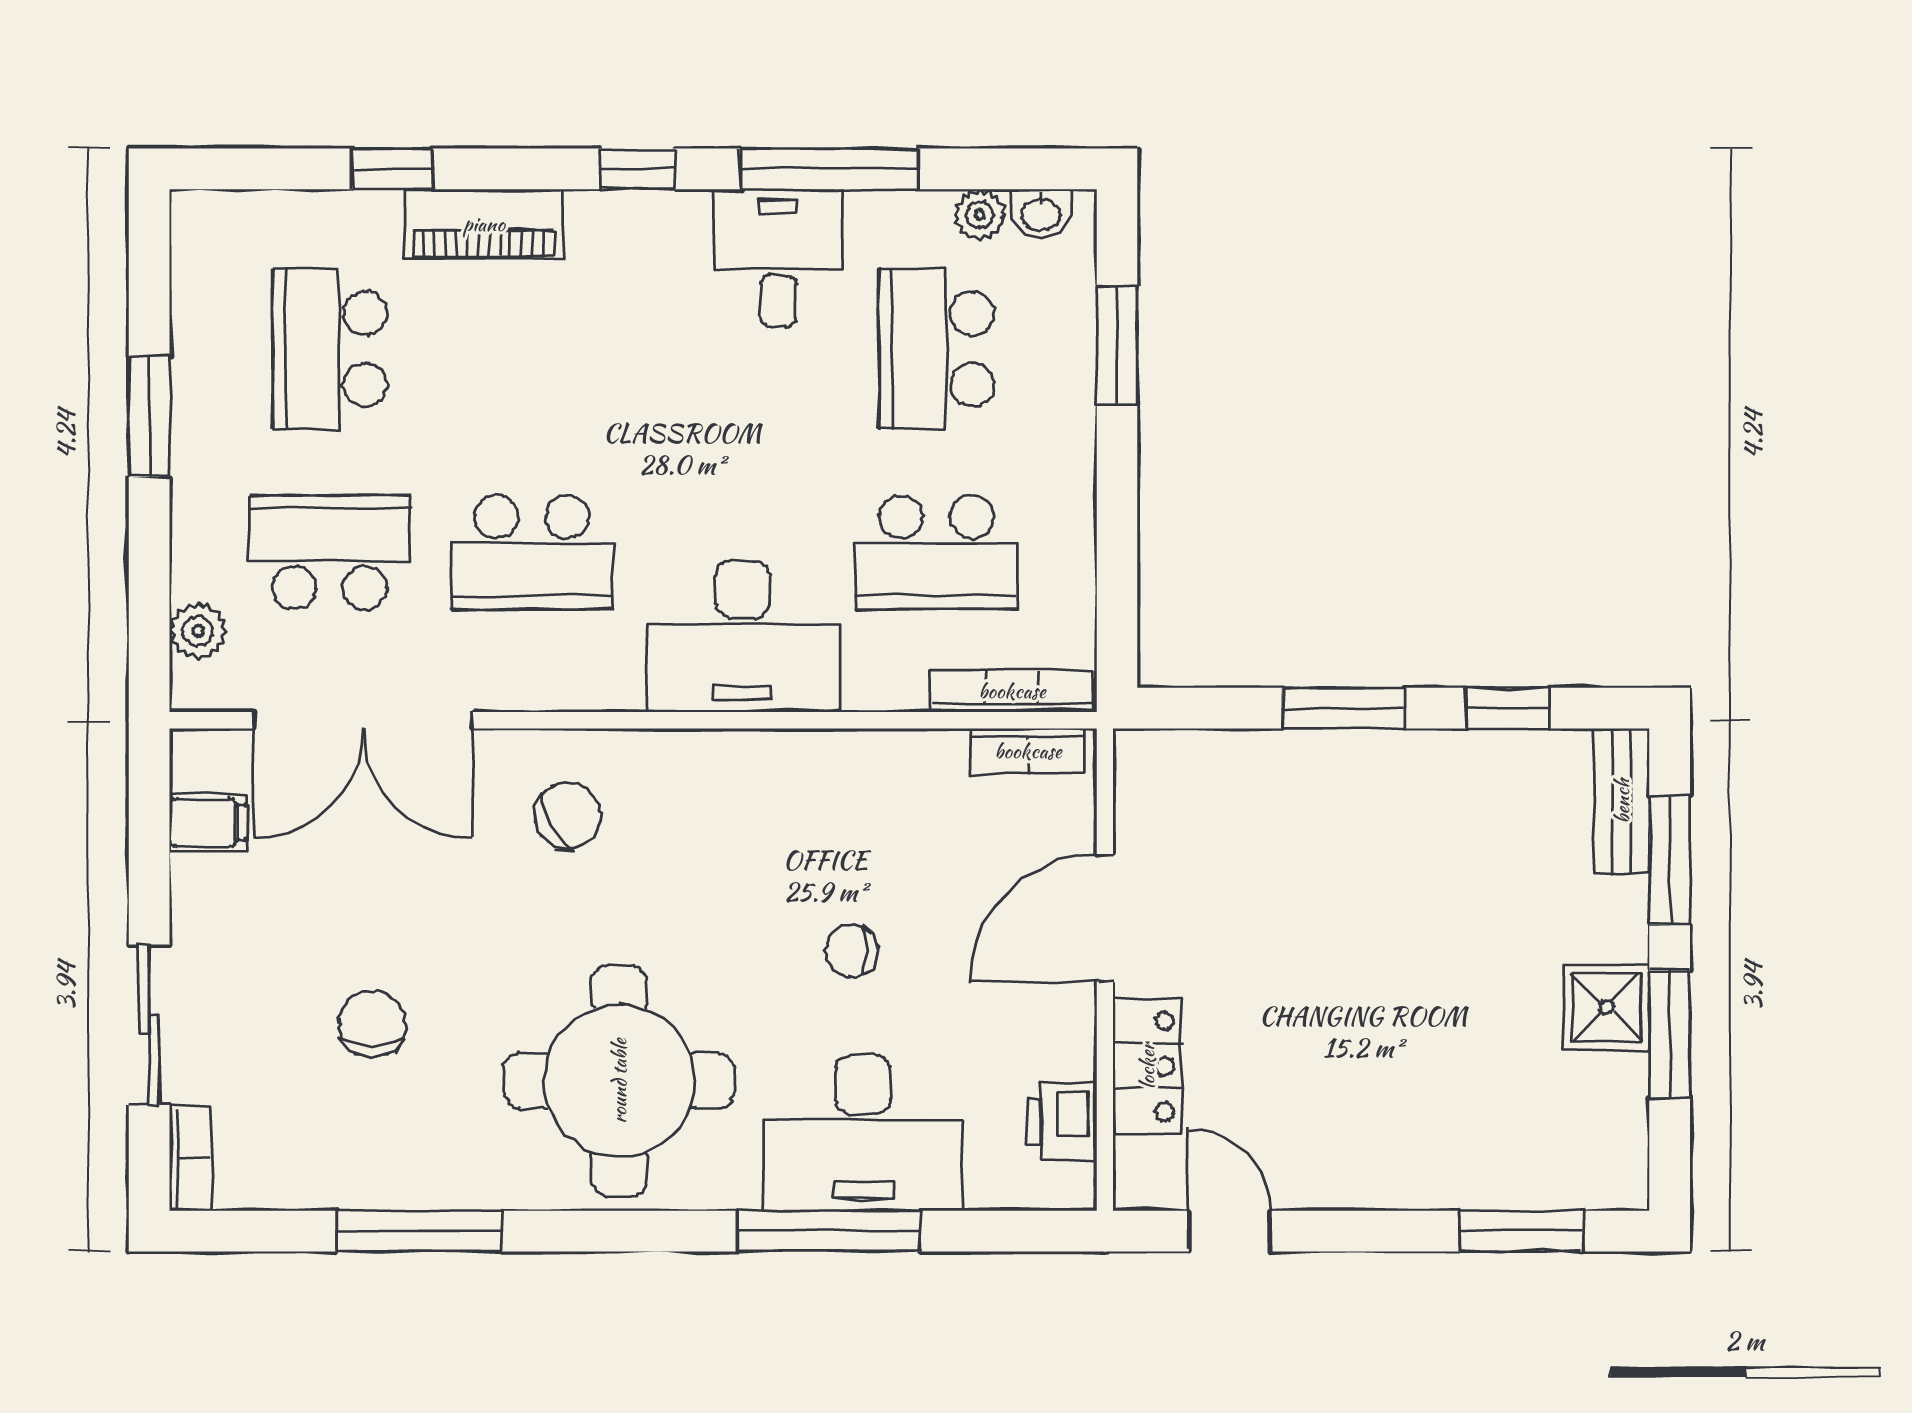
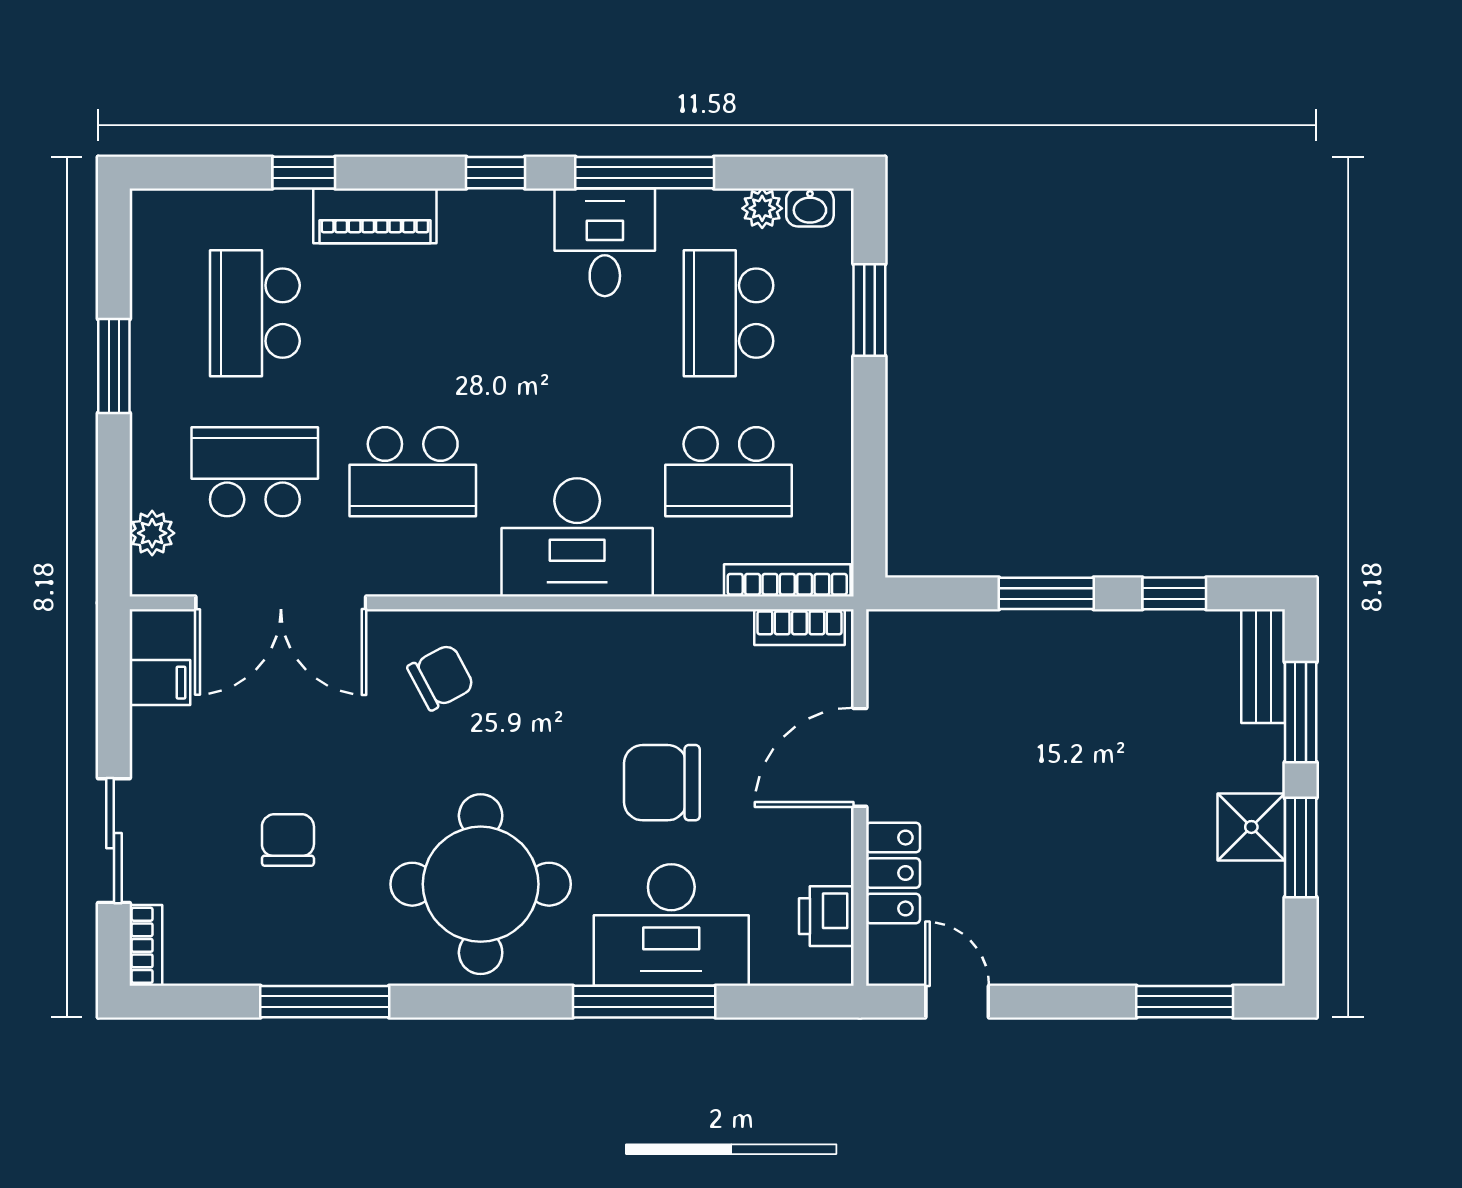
chair: (851, 951) -> (662, 783), width x1.87, depth x1.87

